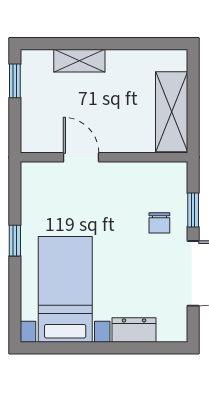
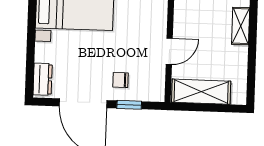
door: (81, 157) -> (169, 51), moved
dresser: (134, 330) -> (43, 79), moved

